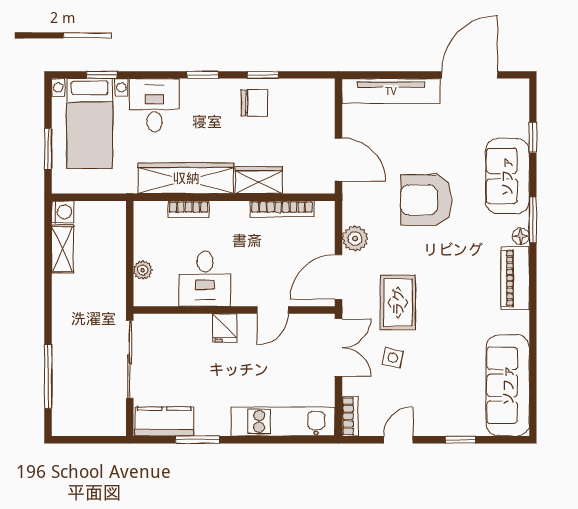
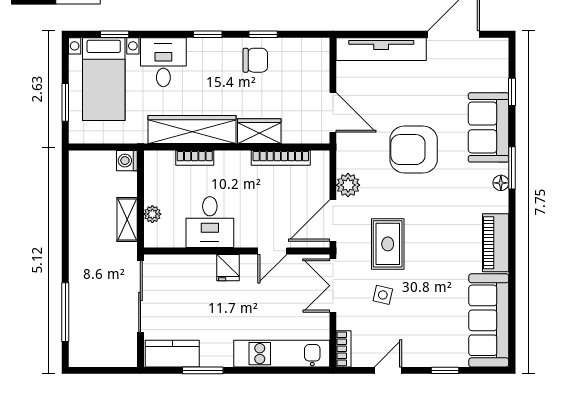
washing machine: (63, 212) -> (127, 161), moved, turned 180
shelving: (63, 249) -> (127, 219), moved
piano: (515, 278) -> (496, 243), moved
double door: (338, 348) -> (333, 286), swing flipped

